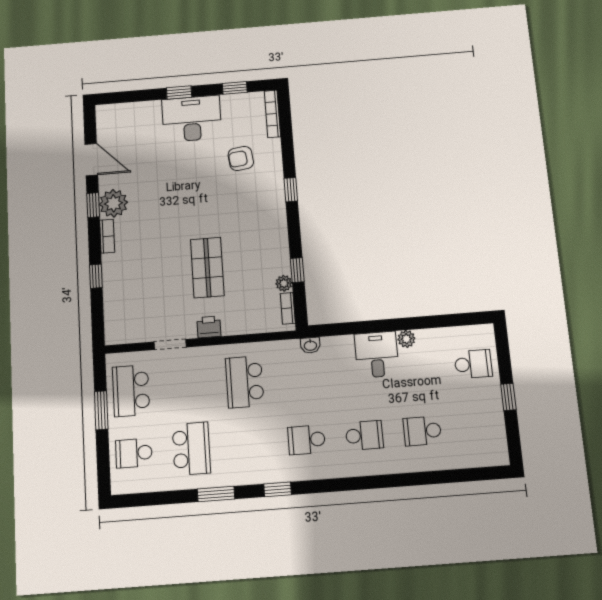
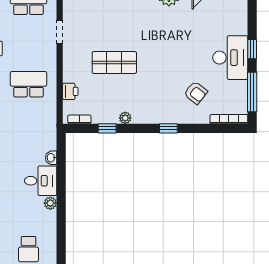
window: (235, 88) -> (252, 92), width x2.17
armchair: (241, 158) -> (196, 93), turned 135
plant: (284, 283) -> (125, 118), moved
printer: (209, 327) -> (70, 91), moved
washbasin: (310, 345) -> (51, 158), moved

